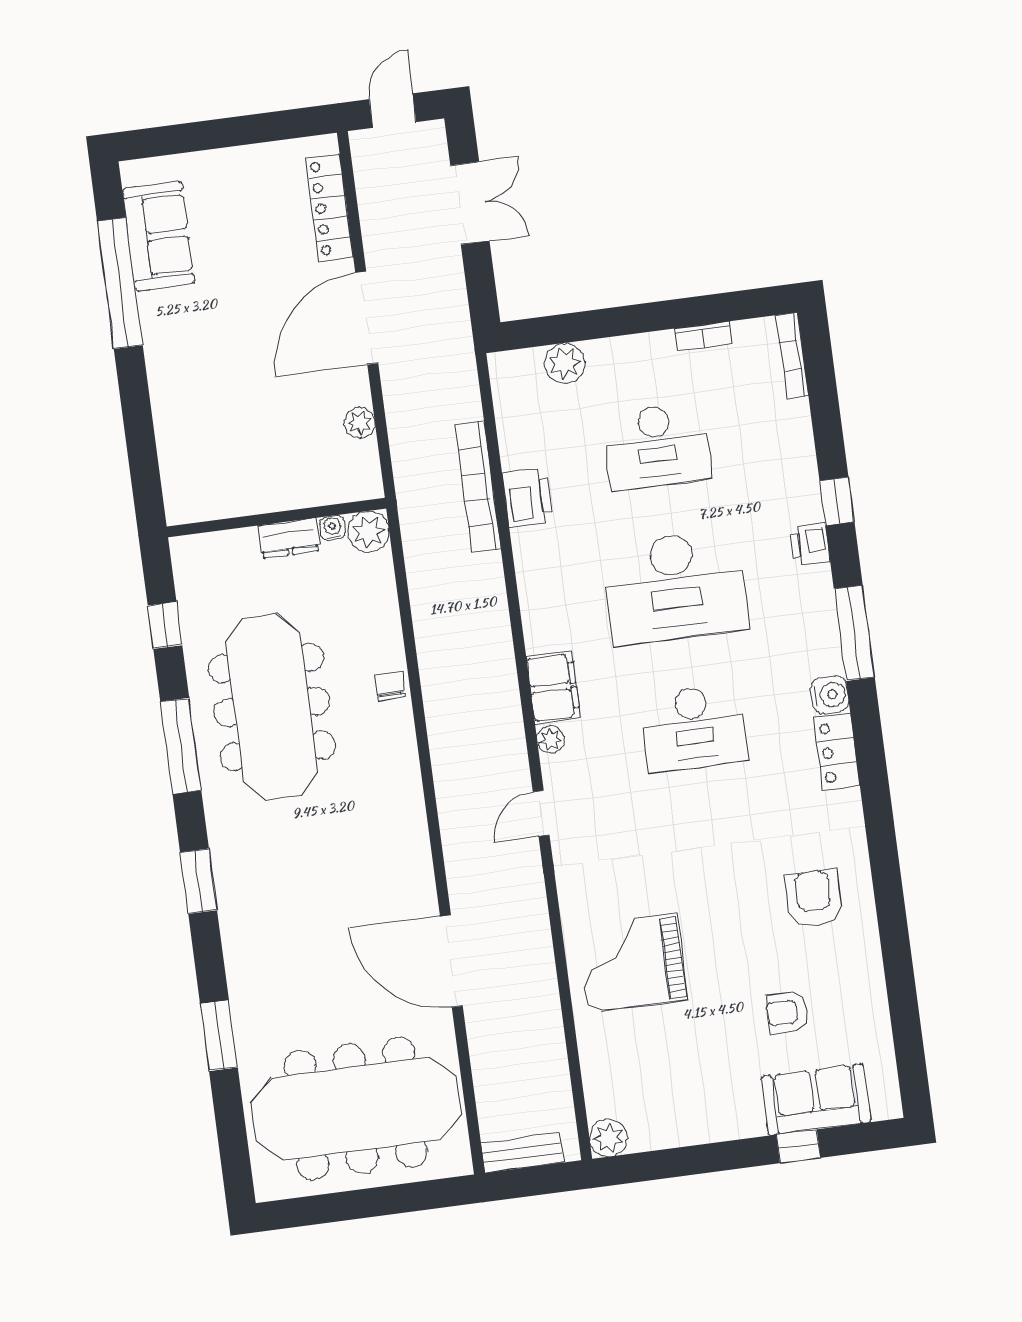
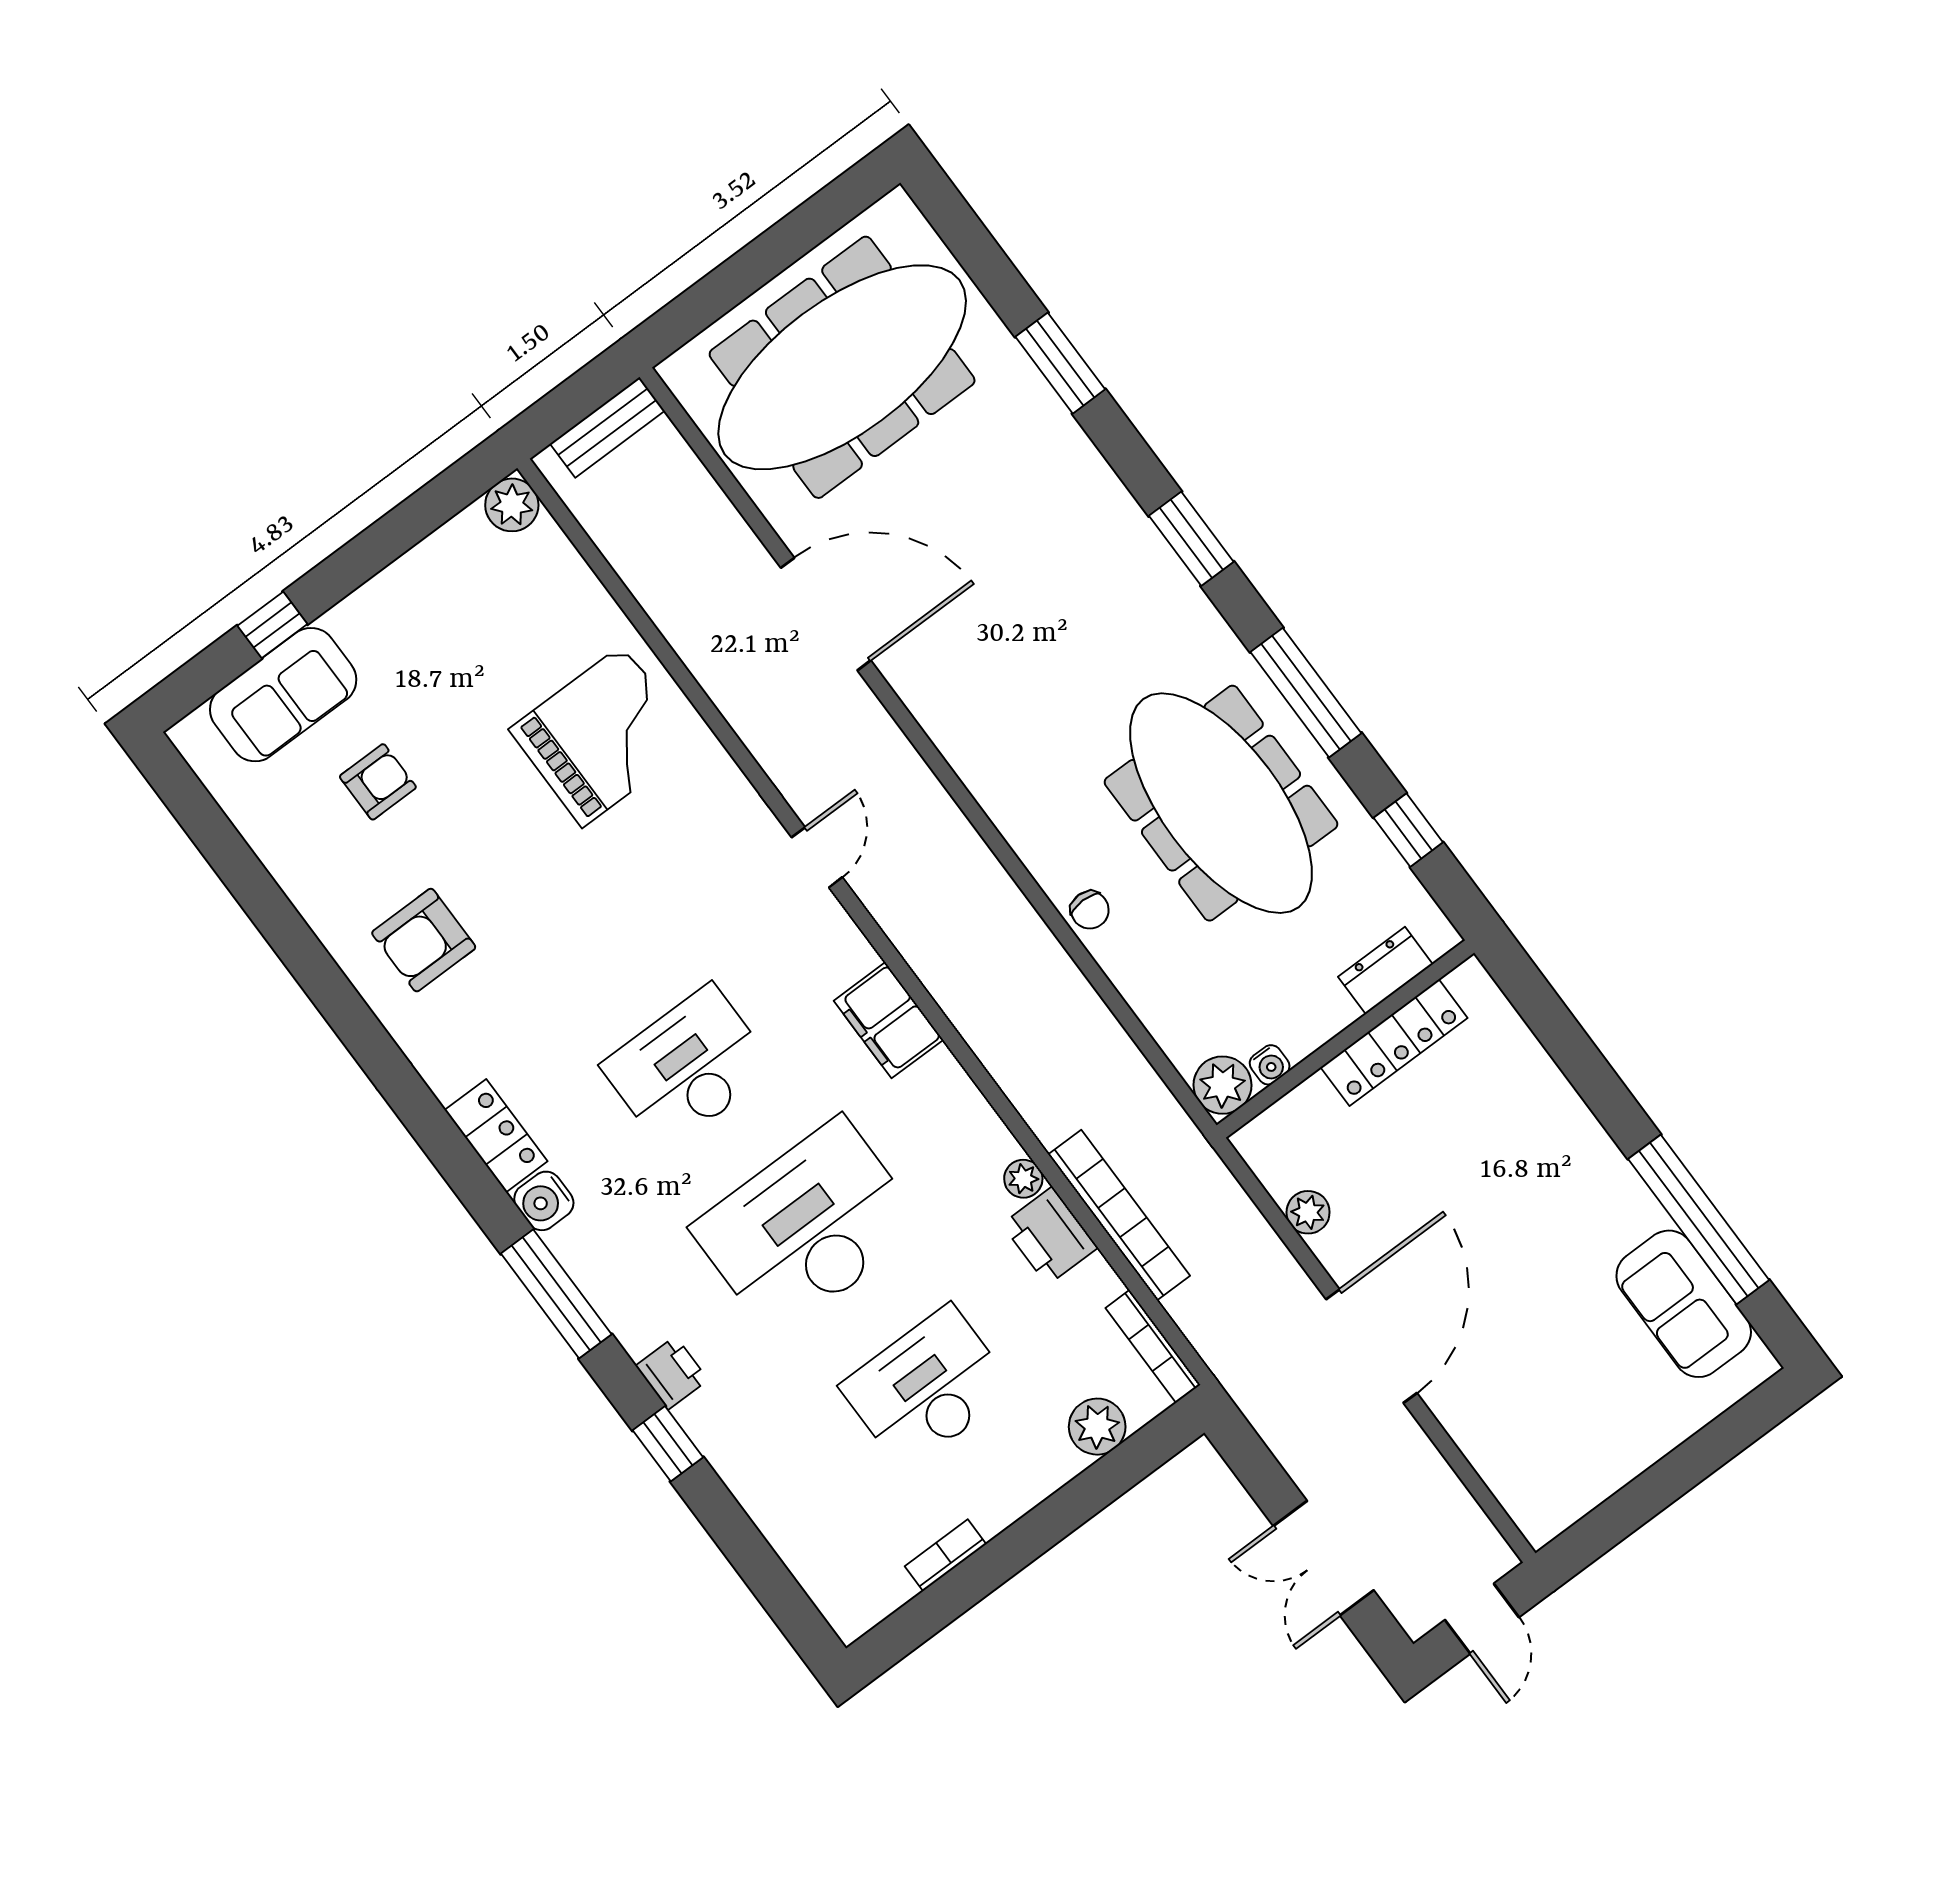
locker: (329, 208) -> (1394, 1043), moved, turned 90
bookcase: (792, 355) -> (1153, 1346), moved, turned 180
dresser: (289, 538) -> (1385, 970), moved
plant: (551, 739) -> (1023, 1179), moved
armchair: (814, 898) -> (424, 940), turned 90

